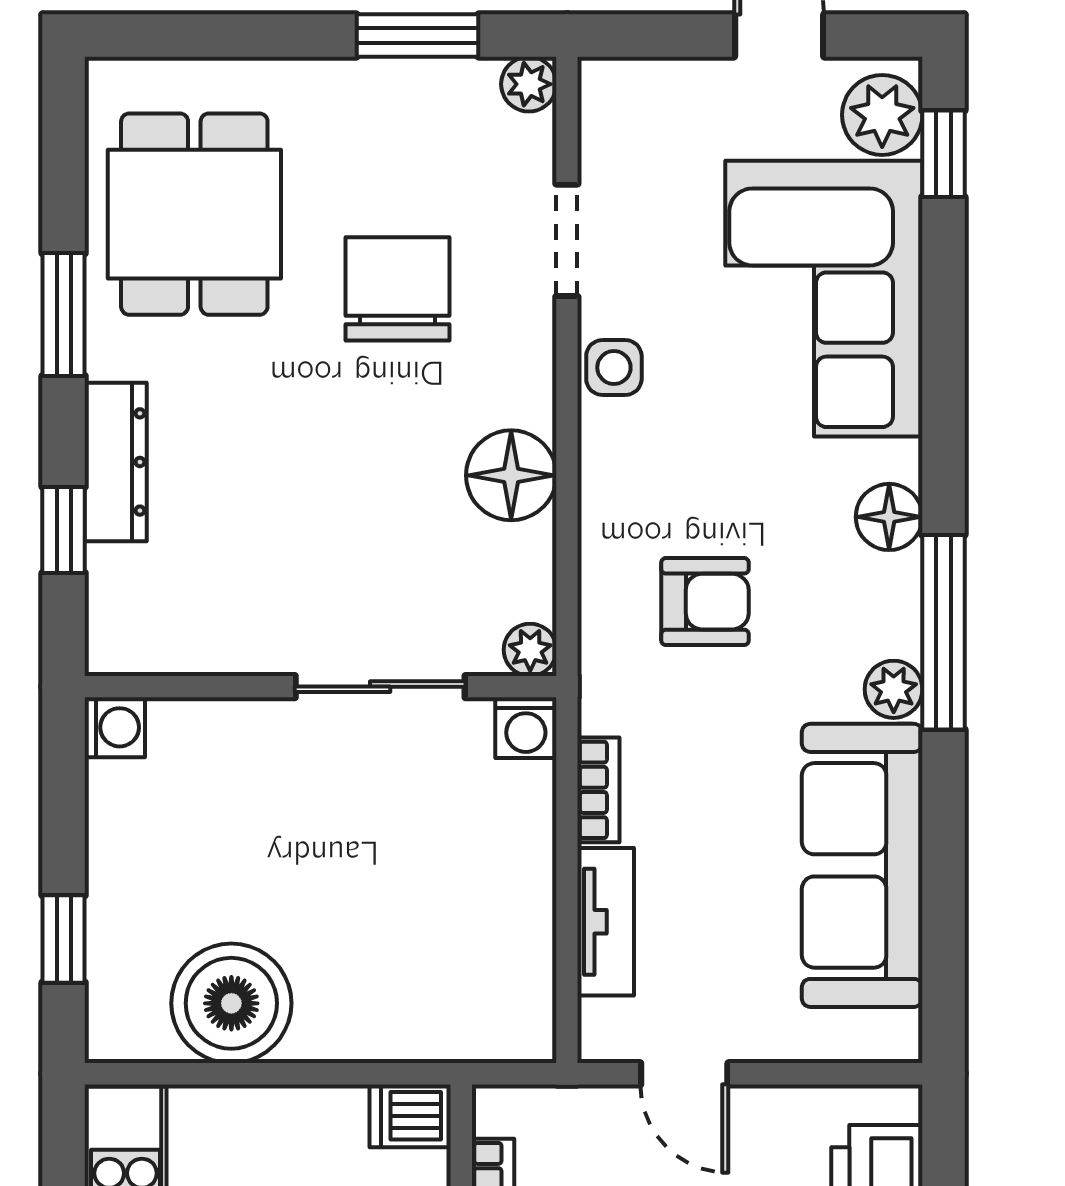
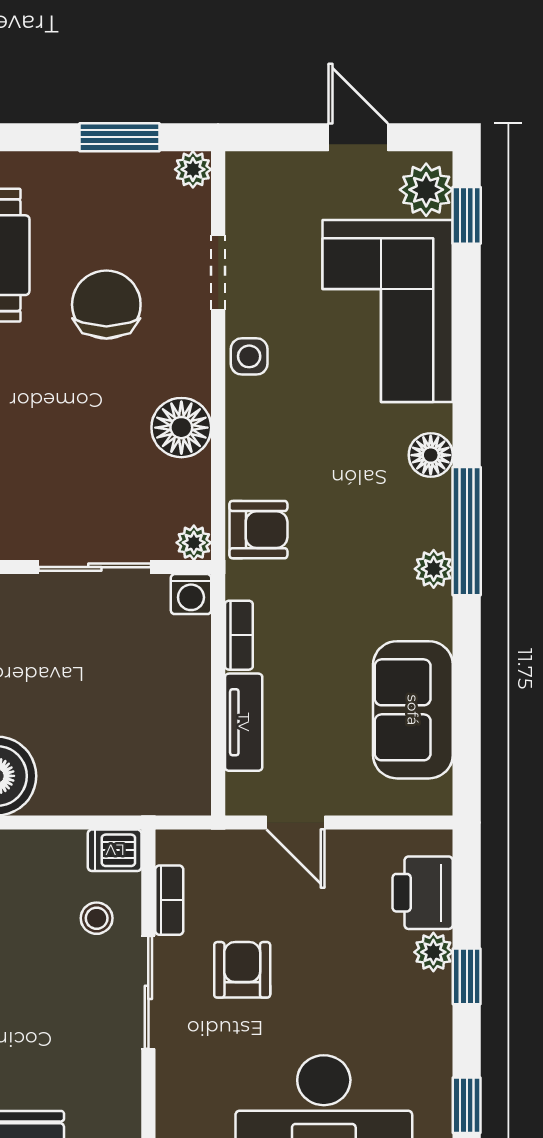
armchair: (705, 602) -> (258, 530), moved
sofa: (862, 865) -> (413, 710), width x0.73

